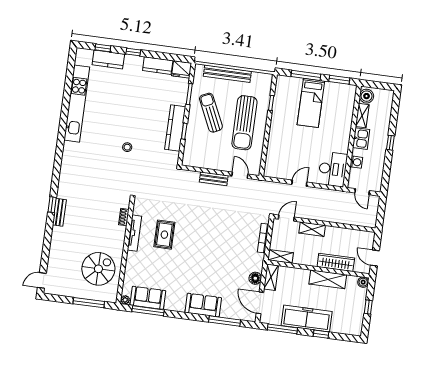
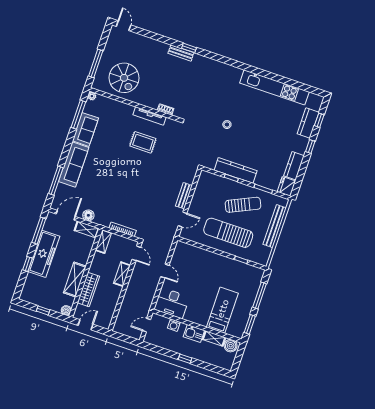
bed: (311, 103) -> (222, 310), moved, turned 90
sofa: (148, 298) -> (85, 129), moved
sofa: (203, 305) -> (74, 165), width x1.36

